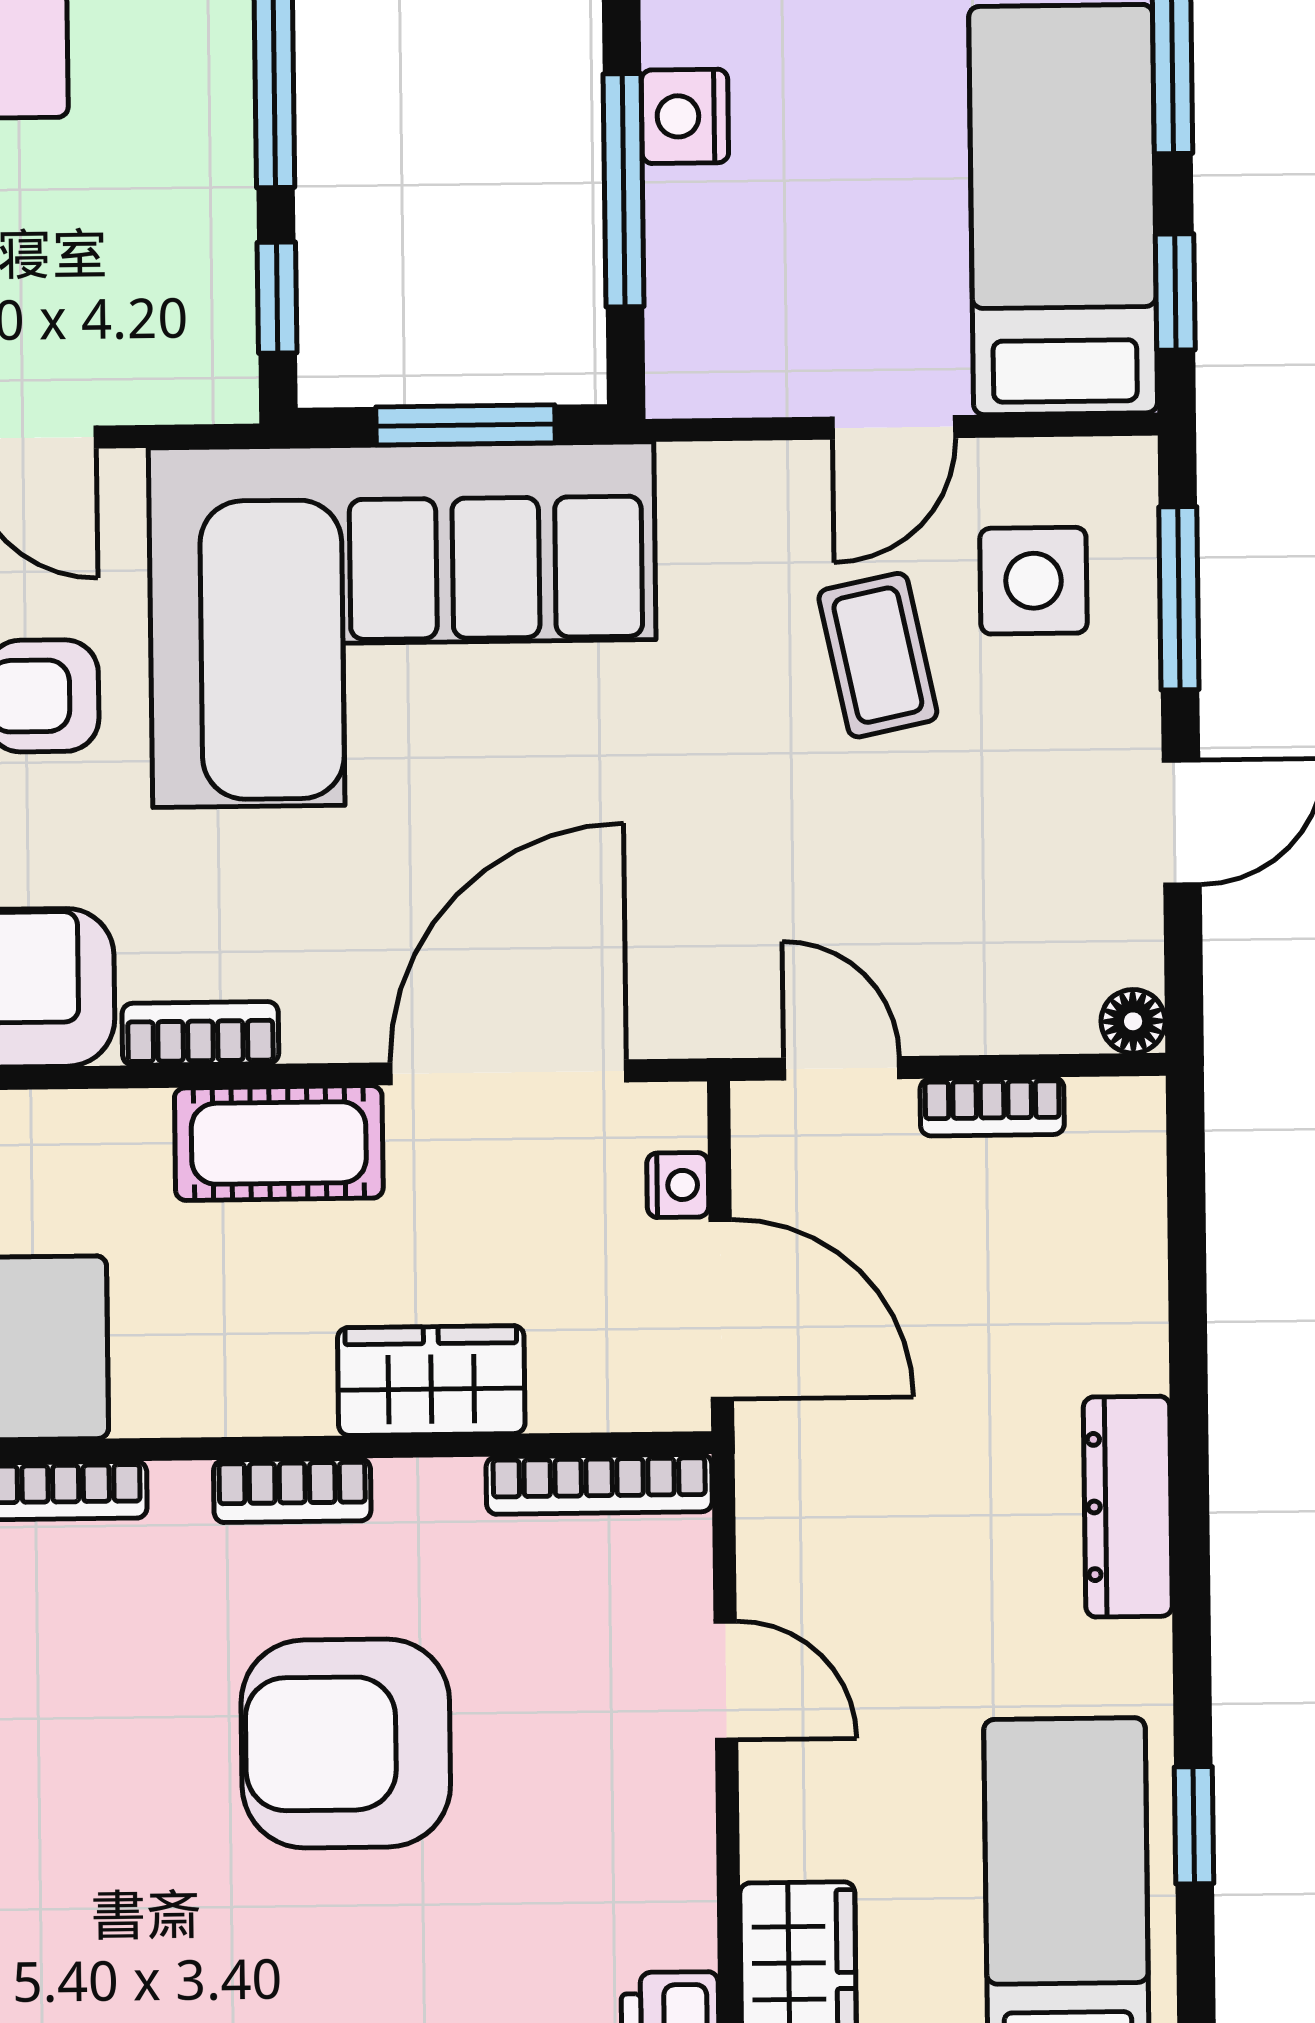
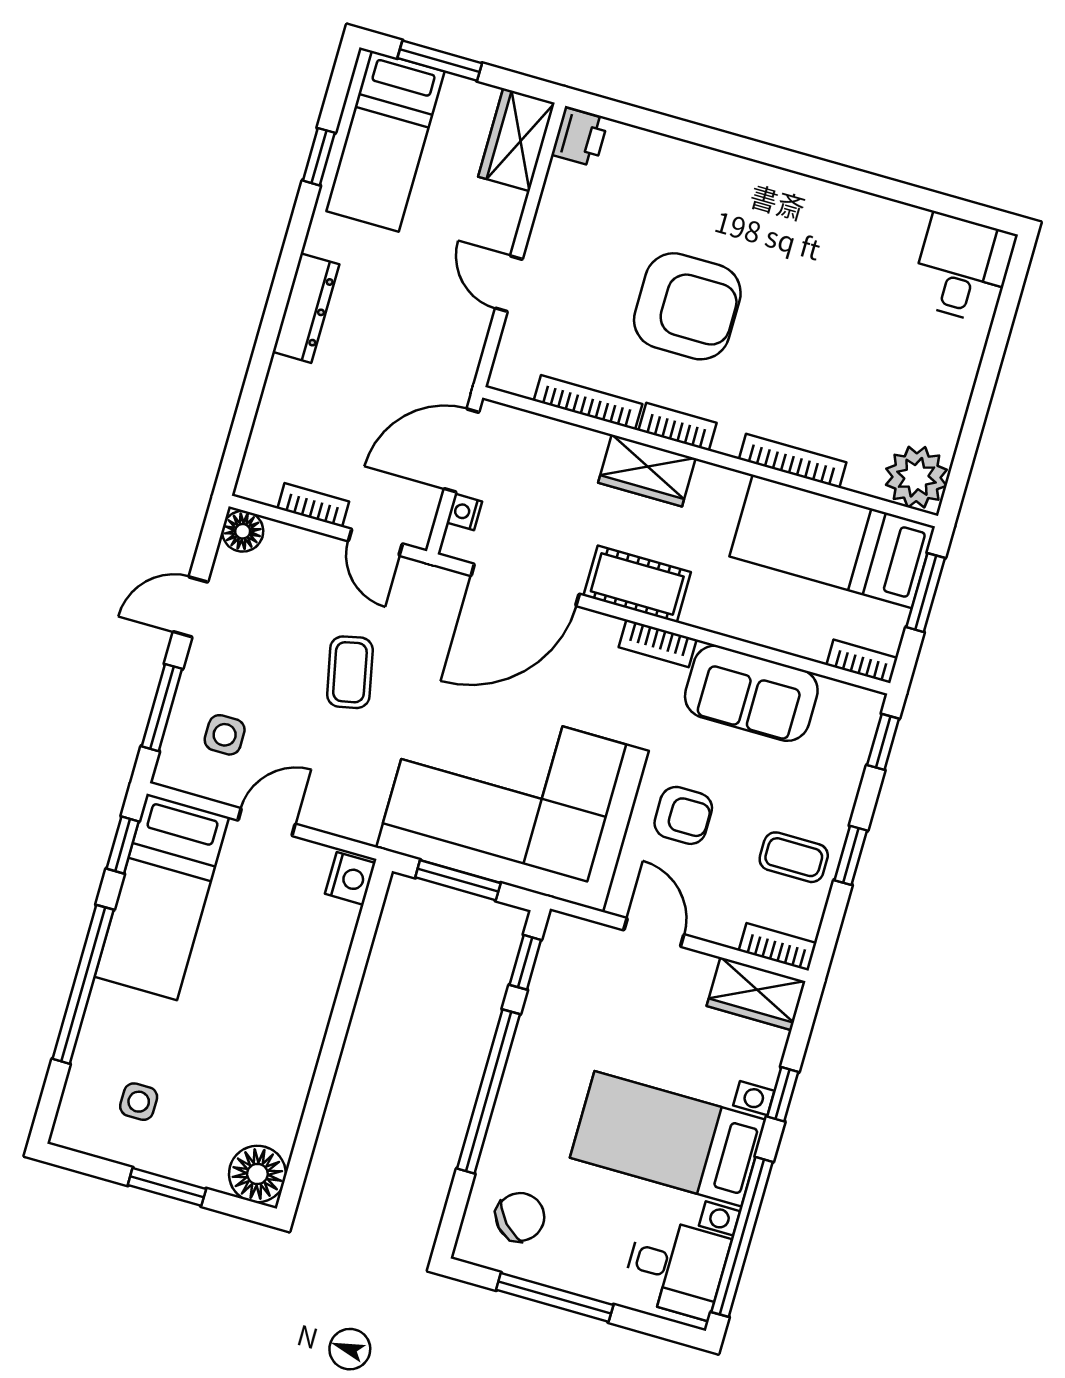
nightstand: (685, 116) -> (350, 878), moved
window: (624, 190) -> (356, 964), removed
side table: (1033, 581) -> (225, 735), width x0.73, depth x0.73
coffee table: (878, 655) -> (350, 672), moved
floor lamp: (1133, 1021) -> (243, 531), width x1.37, depth x1.37
door: (721, 1309) -> (461, 451), hinge flipped
wardrobe: (431, 1381) -> (647, 470), moved
bookcase: (599, 1484) -> (588, 402), moved

